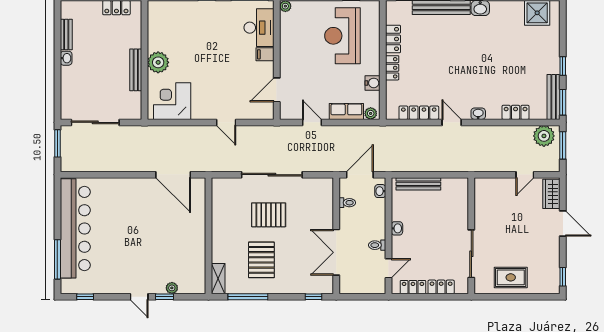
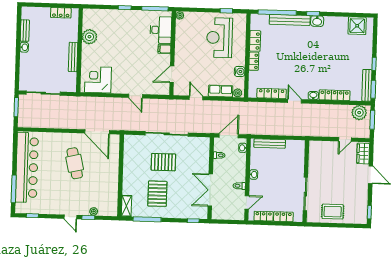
plant: (158, 62) -> (89, 37), moved
locker: (516, 112) -> (334, 95), width x1.53
cafe table: (143, 221) -> (75, 163), added

